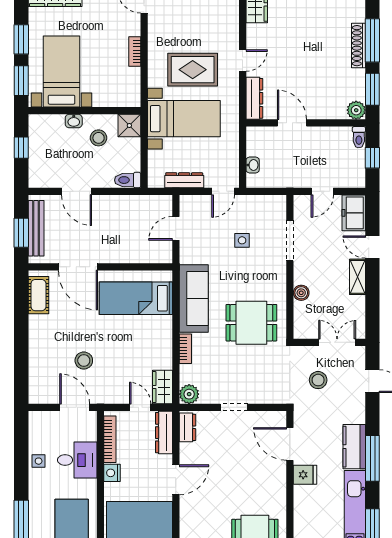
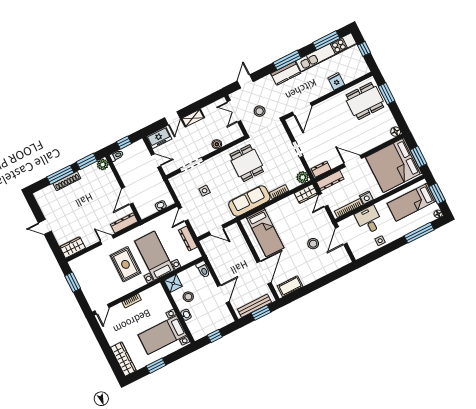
window: (21, 81) -> (178, 354), removed
door: (223, 191) -> (183, 214), swing flipped
fridge: (305, 475) -> (336, 81), moved

